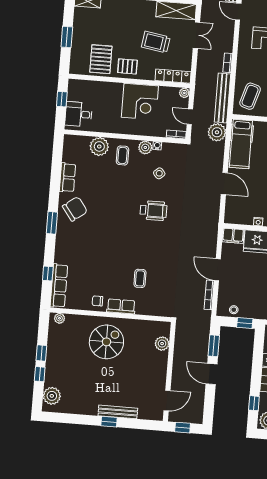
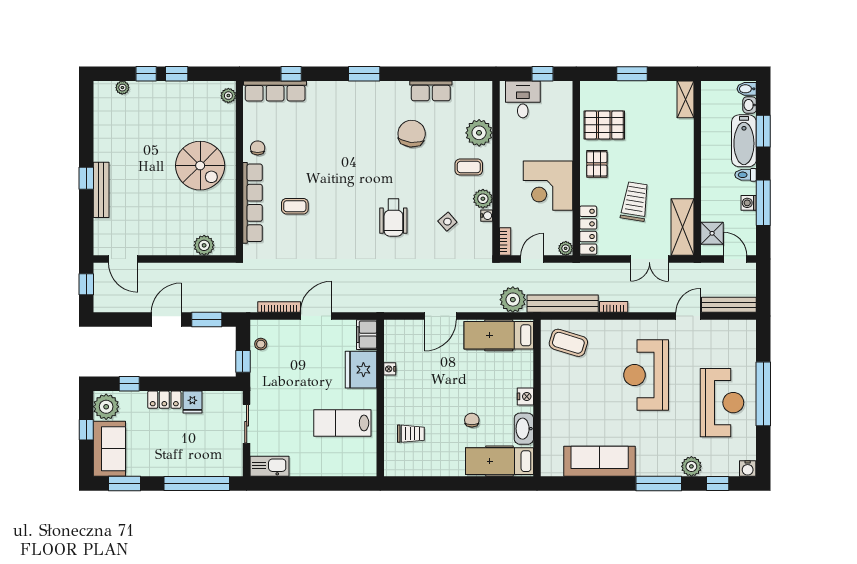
chair: (75, 209) -> (412, 134), moved, turned -137
row of seats: (121, 306) -> (253, 203), width x2.02
plant: (52, 396) -> (122, 88), width x0.53, depth x0.53

